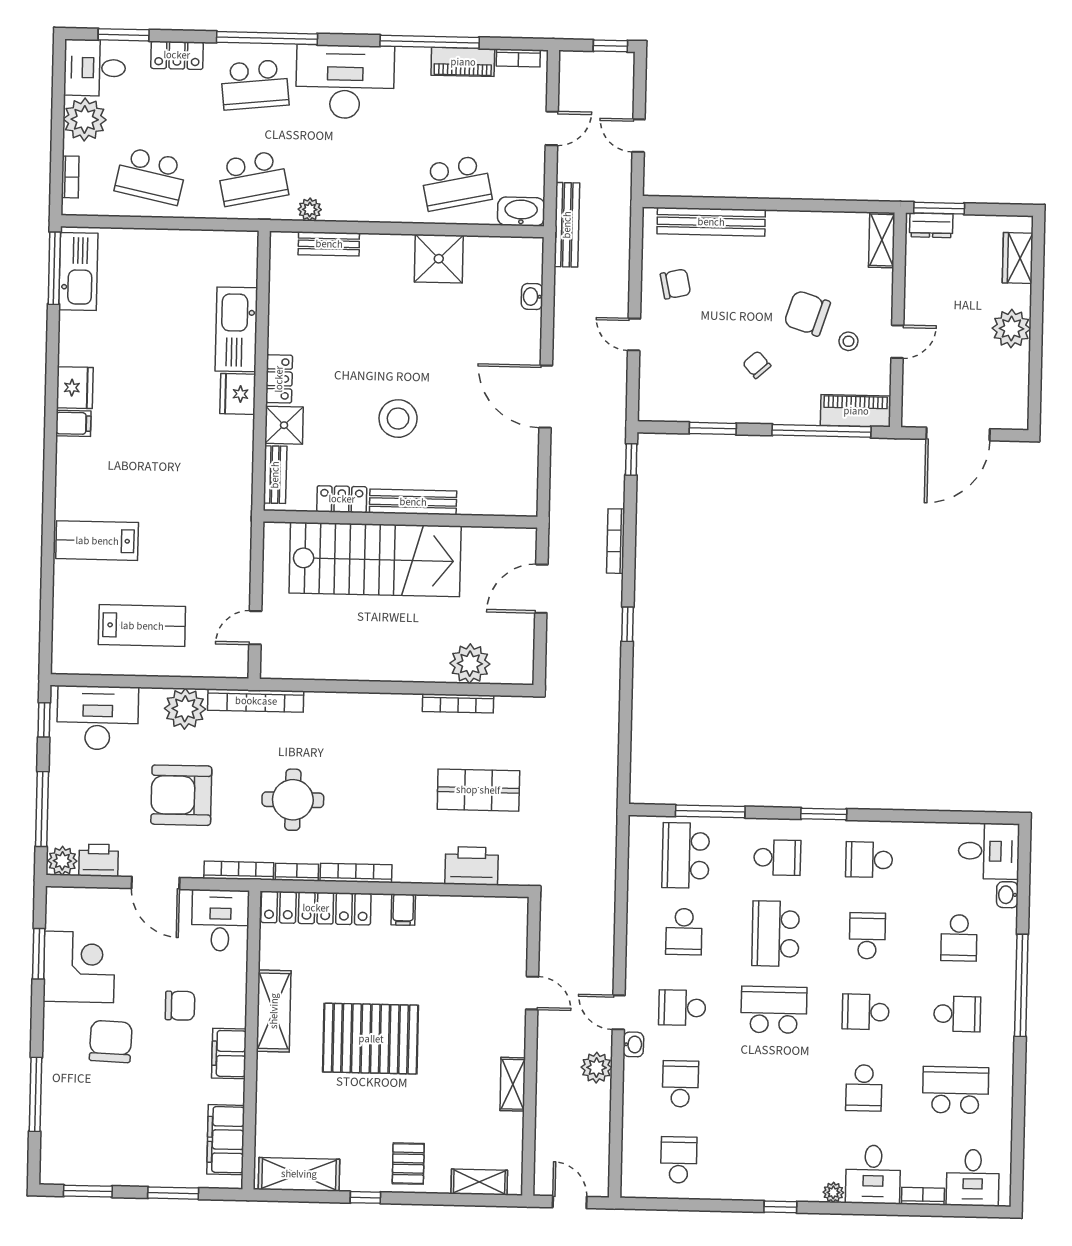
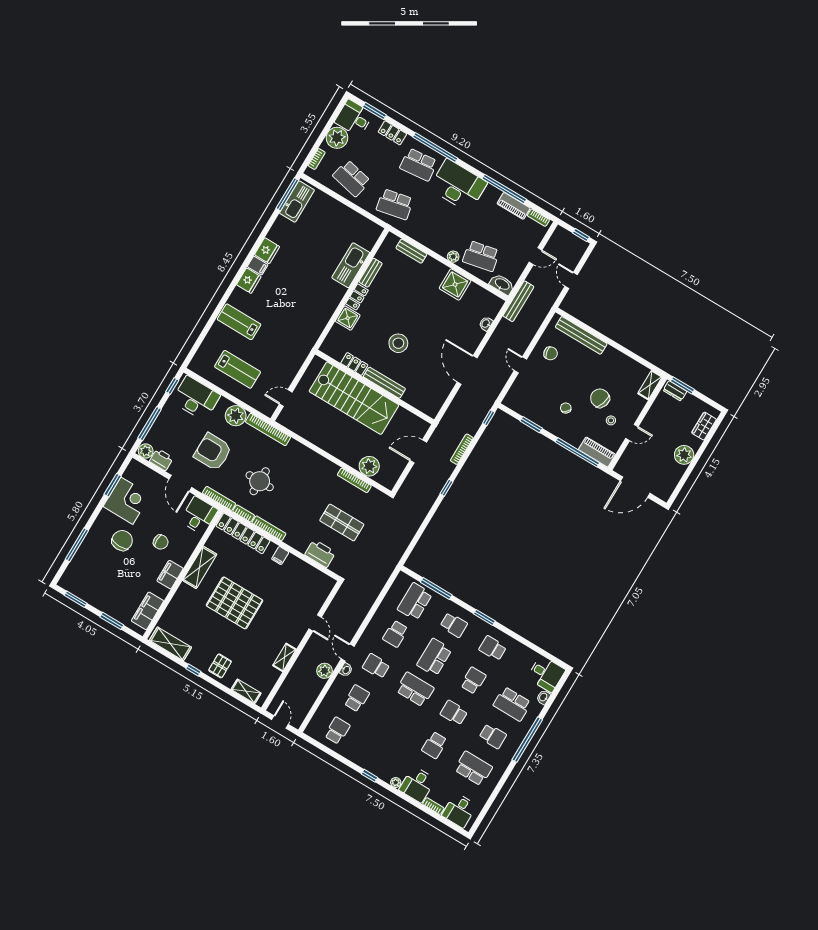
plant: (310, 209) -> (453, 257), moved
fridge: (238, 394) -> (249, 281), moved, turned 180
bench: (275, 475) -> (371, 273), moved
school desk: (959, 938) -> (512, 704), width x1.85

